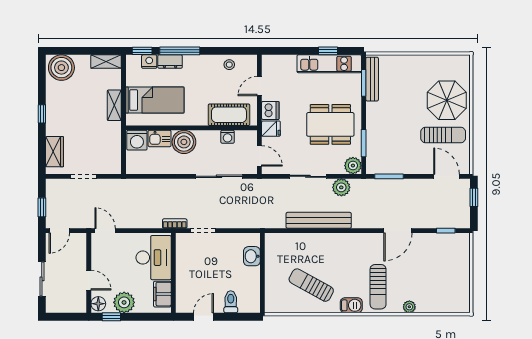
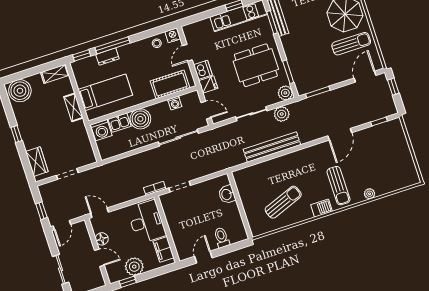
nightstand: (149, 62) -> (173, 35), moved
door: (446, 176) -> (365, 77), hinge flipped
sun lounger: (311, 285) -> (283, 202), turned 130
floor lamp: (98, 304) -> (102, 239), moved

